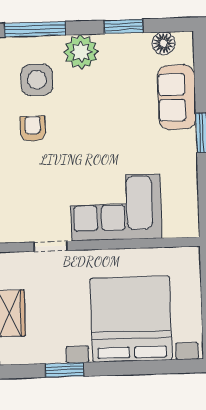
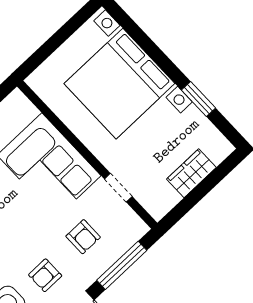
armchair: (37, 185) -> (83, 237), added

